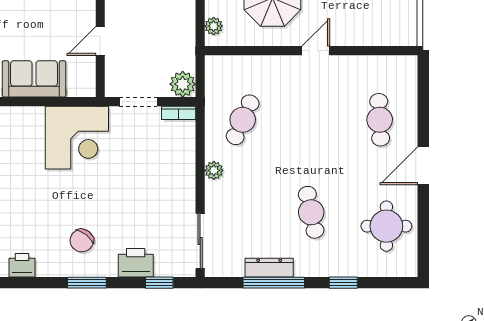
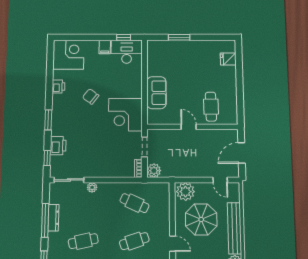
plant: (214, 26) -> (185, 192), width x1.87, depth x1.87
door: (100, 41) -> (189, 127), moved
cafe table: (311, 120) -> (134, 241), added
plant: (214, 170) -> (92, 187), moved
chair: (82, 241) -> (91, 96), moved

